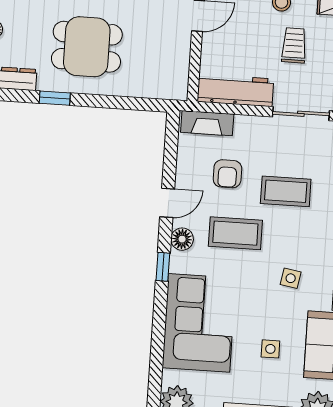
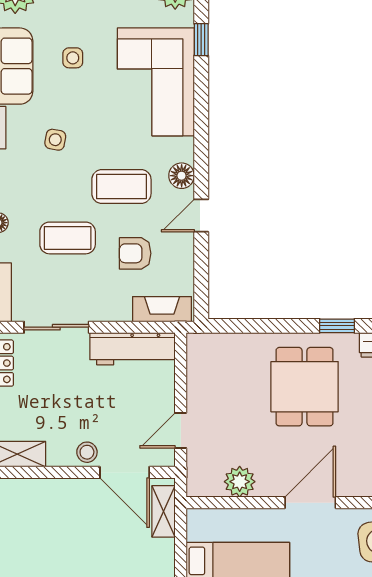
trolley: (294, 45) -> (69, 404), removed
dining table: (87, 47) -> (305, 387), turned 90
armchair: (227, 174) -> (135, 253), turned -90
window: (163, 267) -> (201, 40), moved

